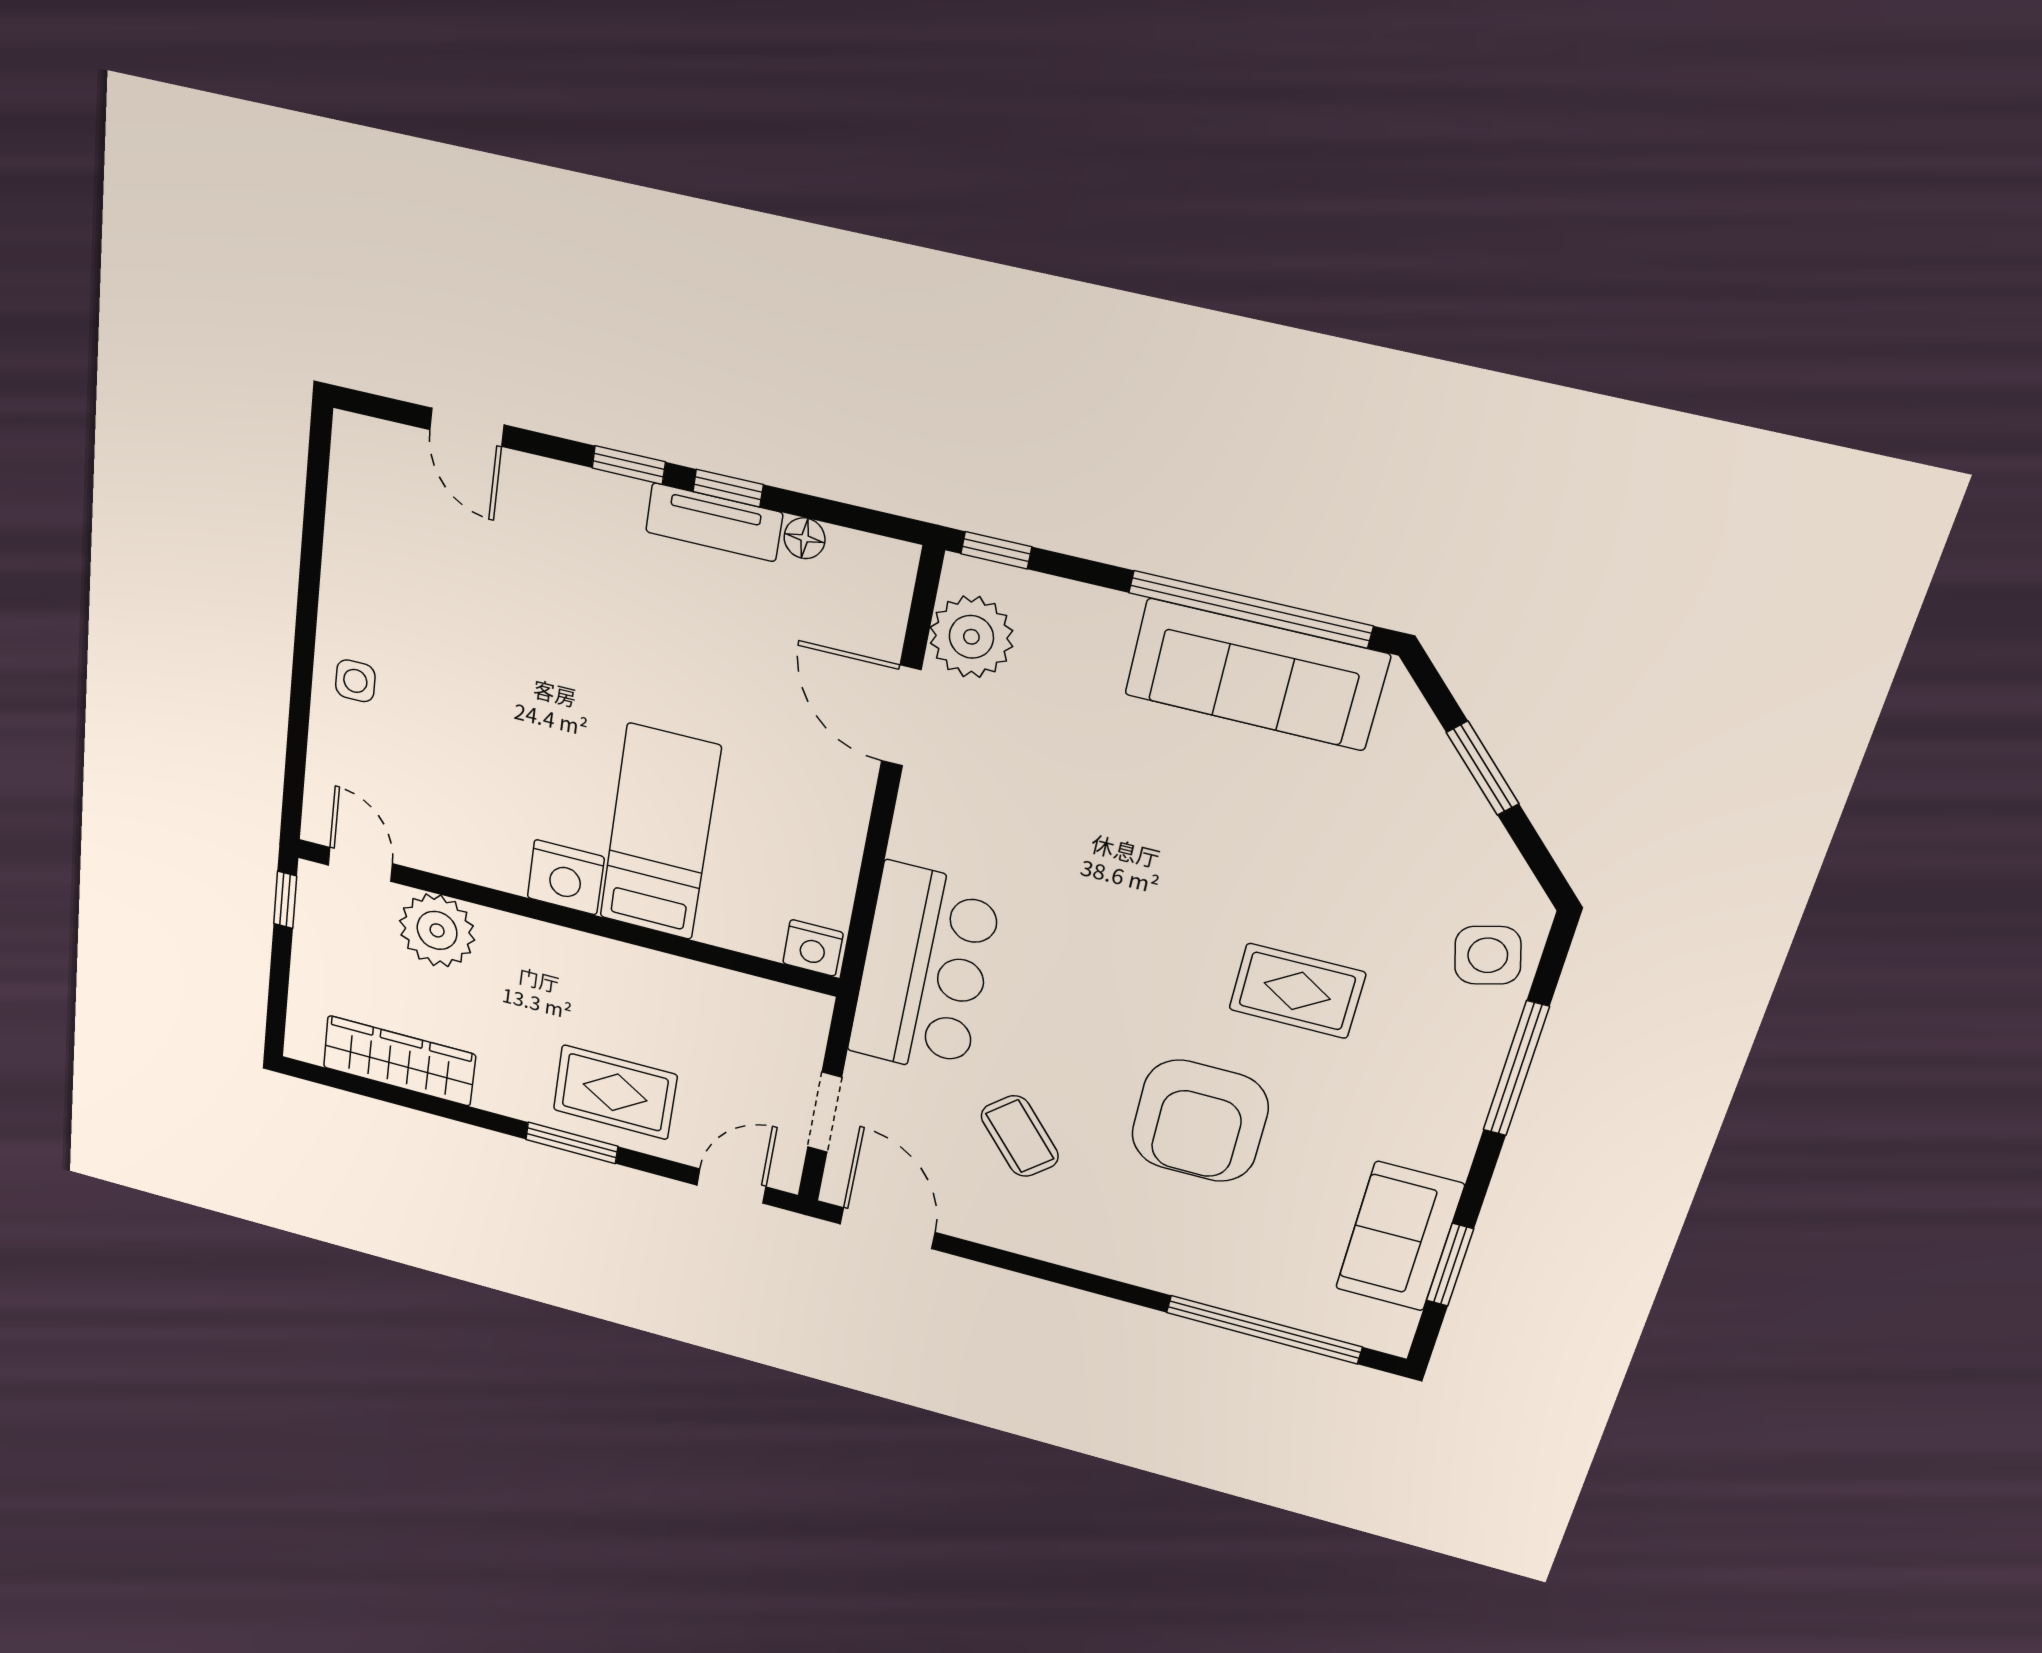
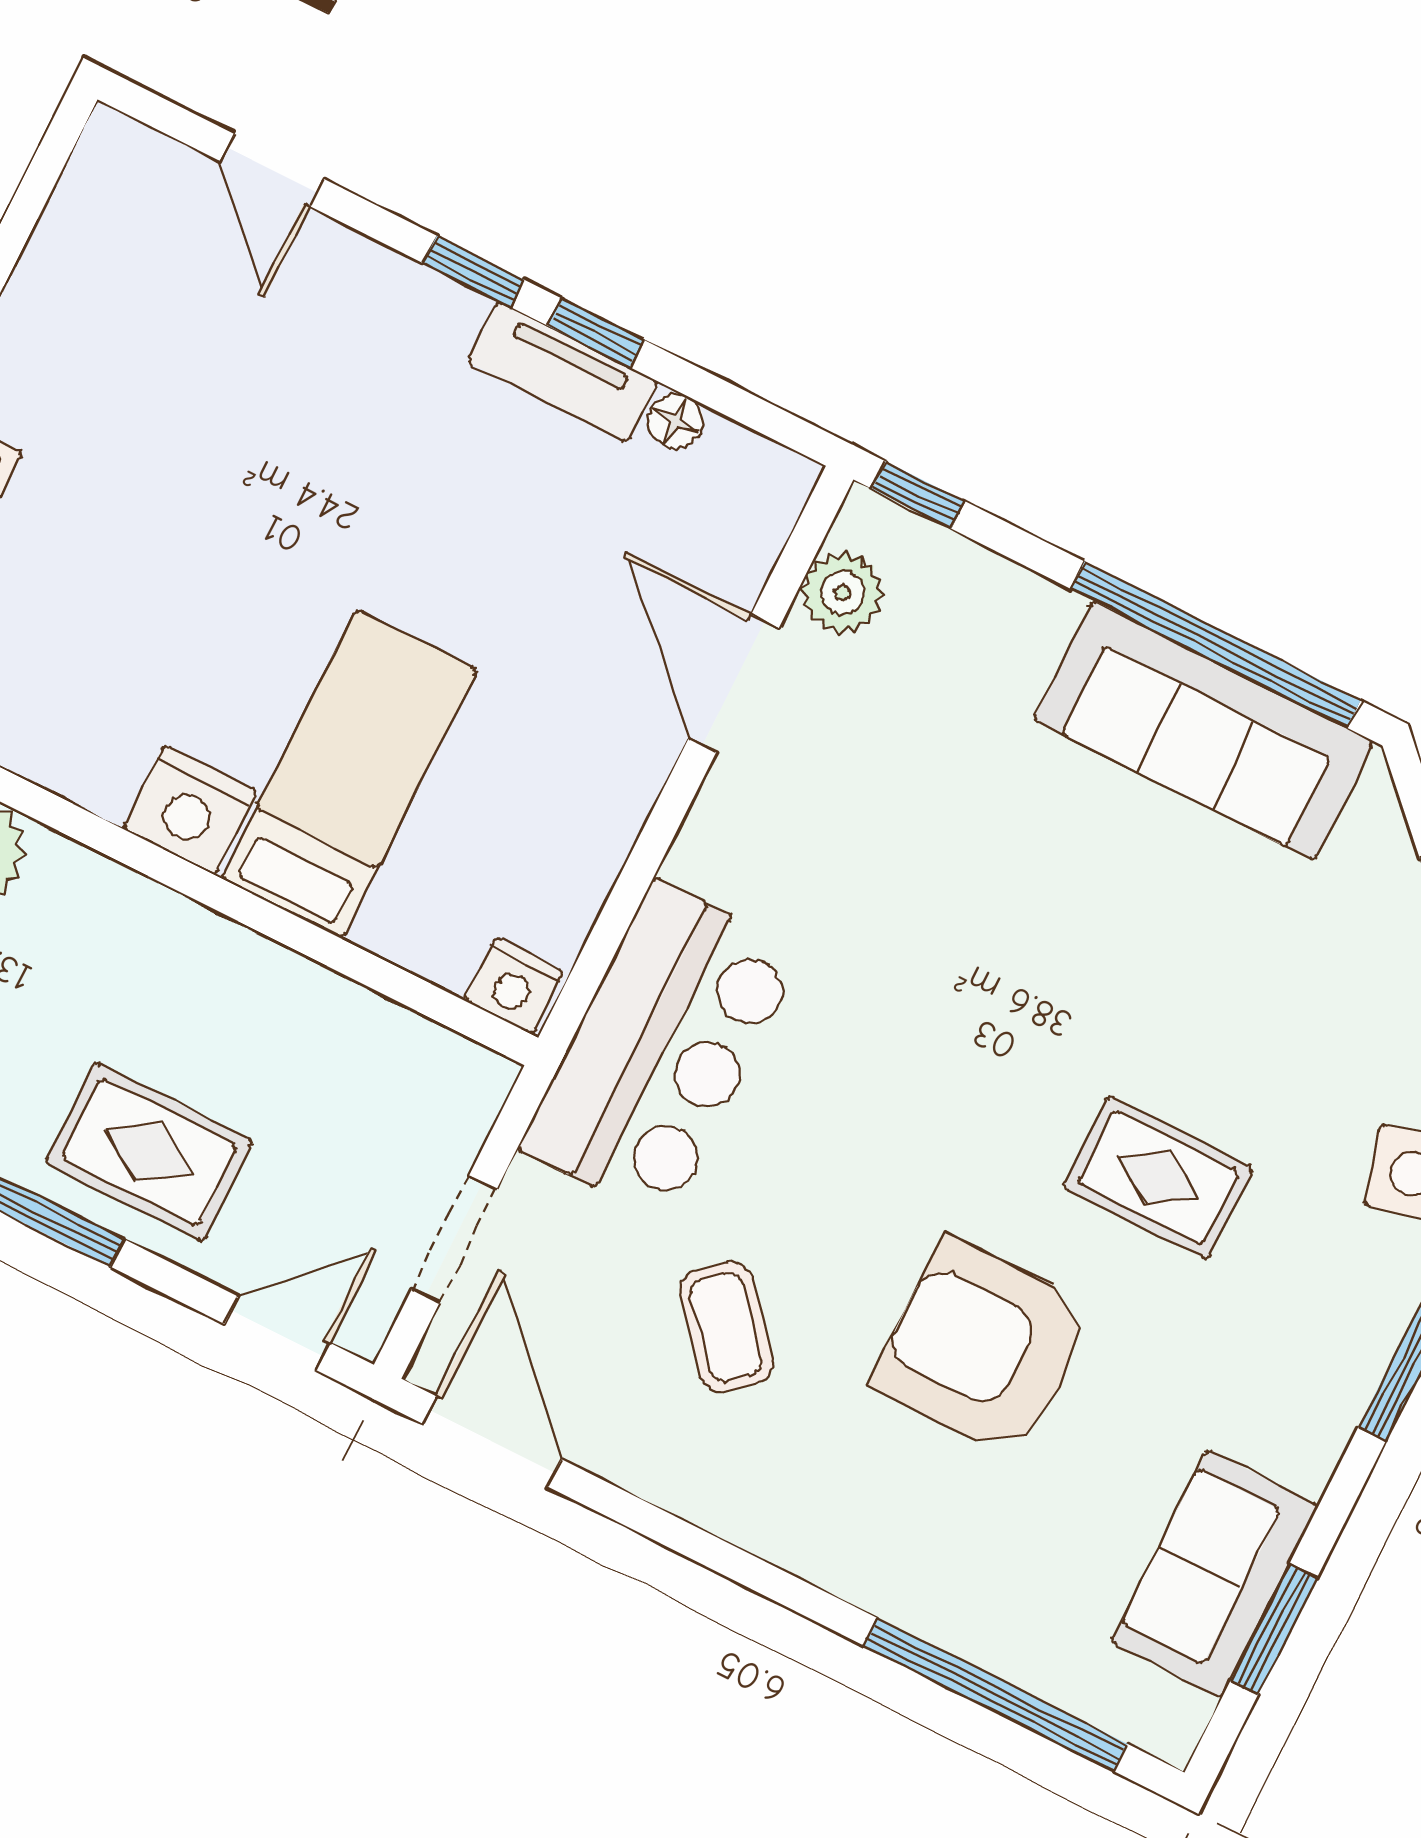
plant: (971, 637) -> (842, 592), width x0.73, depth x0.73
armchair: (1200, 1121) -> (983, 1348), turned 90

